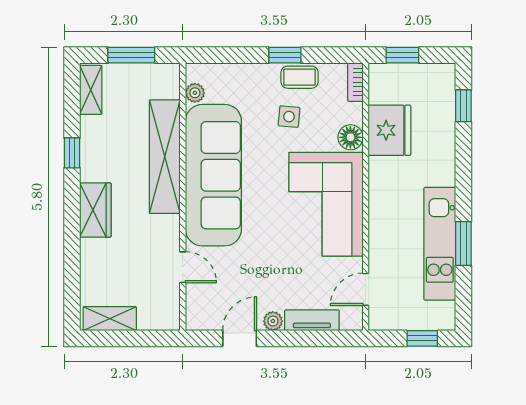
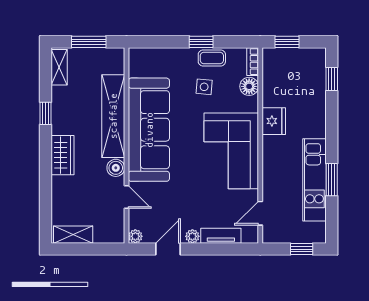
plant: (195, 93) -> (135, 236), moved
fridge: (389, 130) -> (274, 121), moved, width x0.73, depth x0.75
floor lamp: (350, 137) -> (249, 86), moved
boiler: (168, 227) -> (116, 168), added

